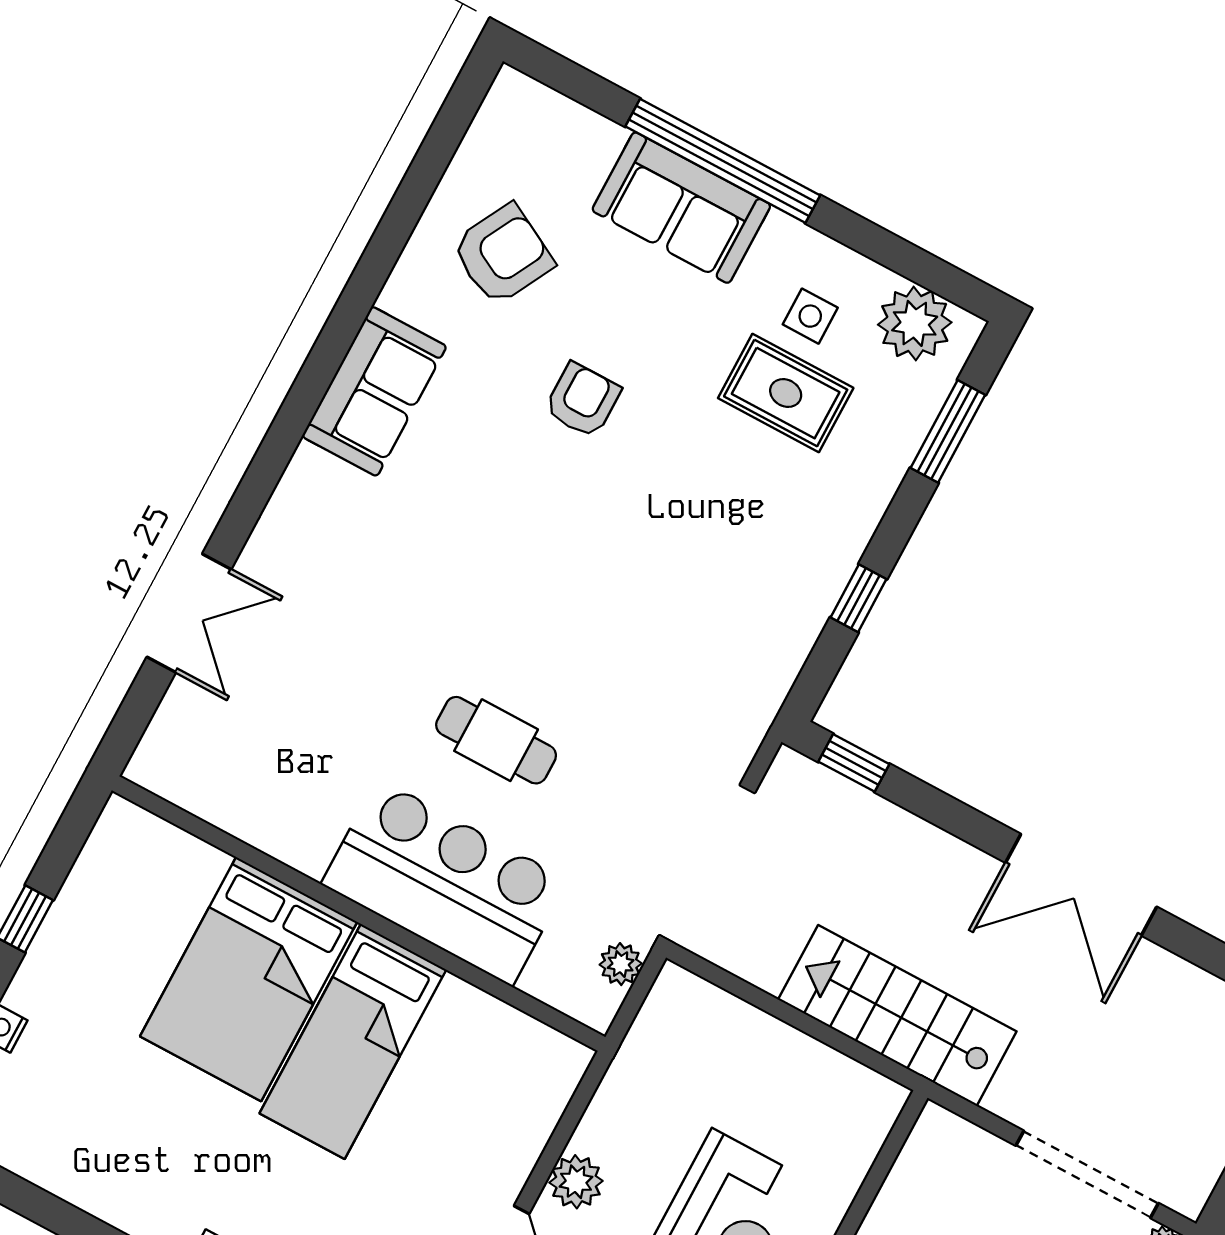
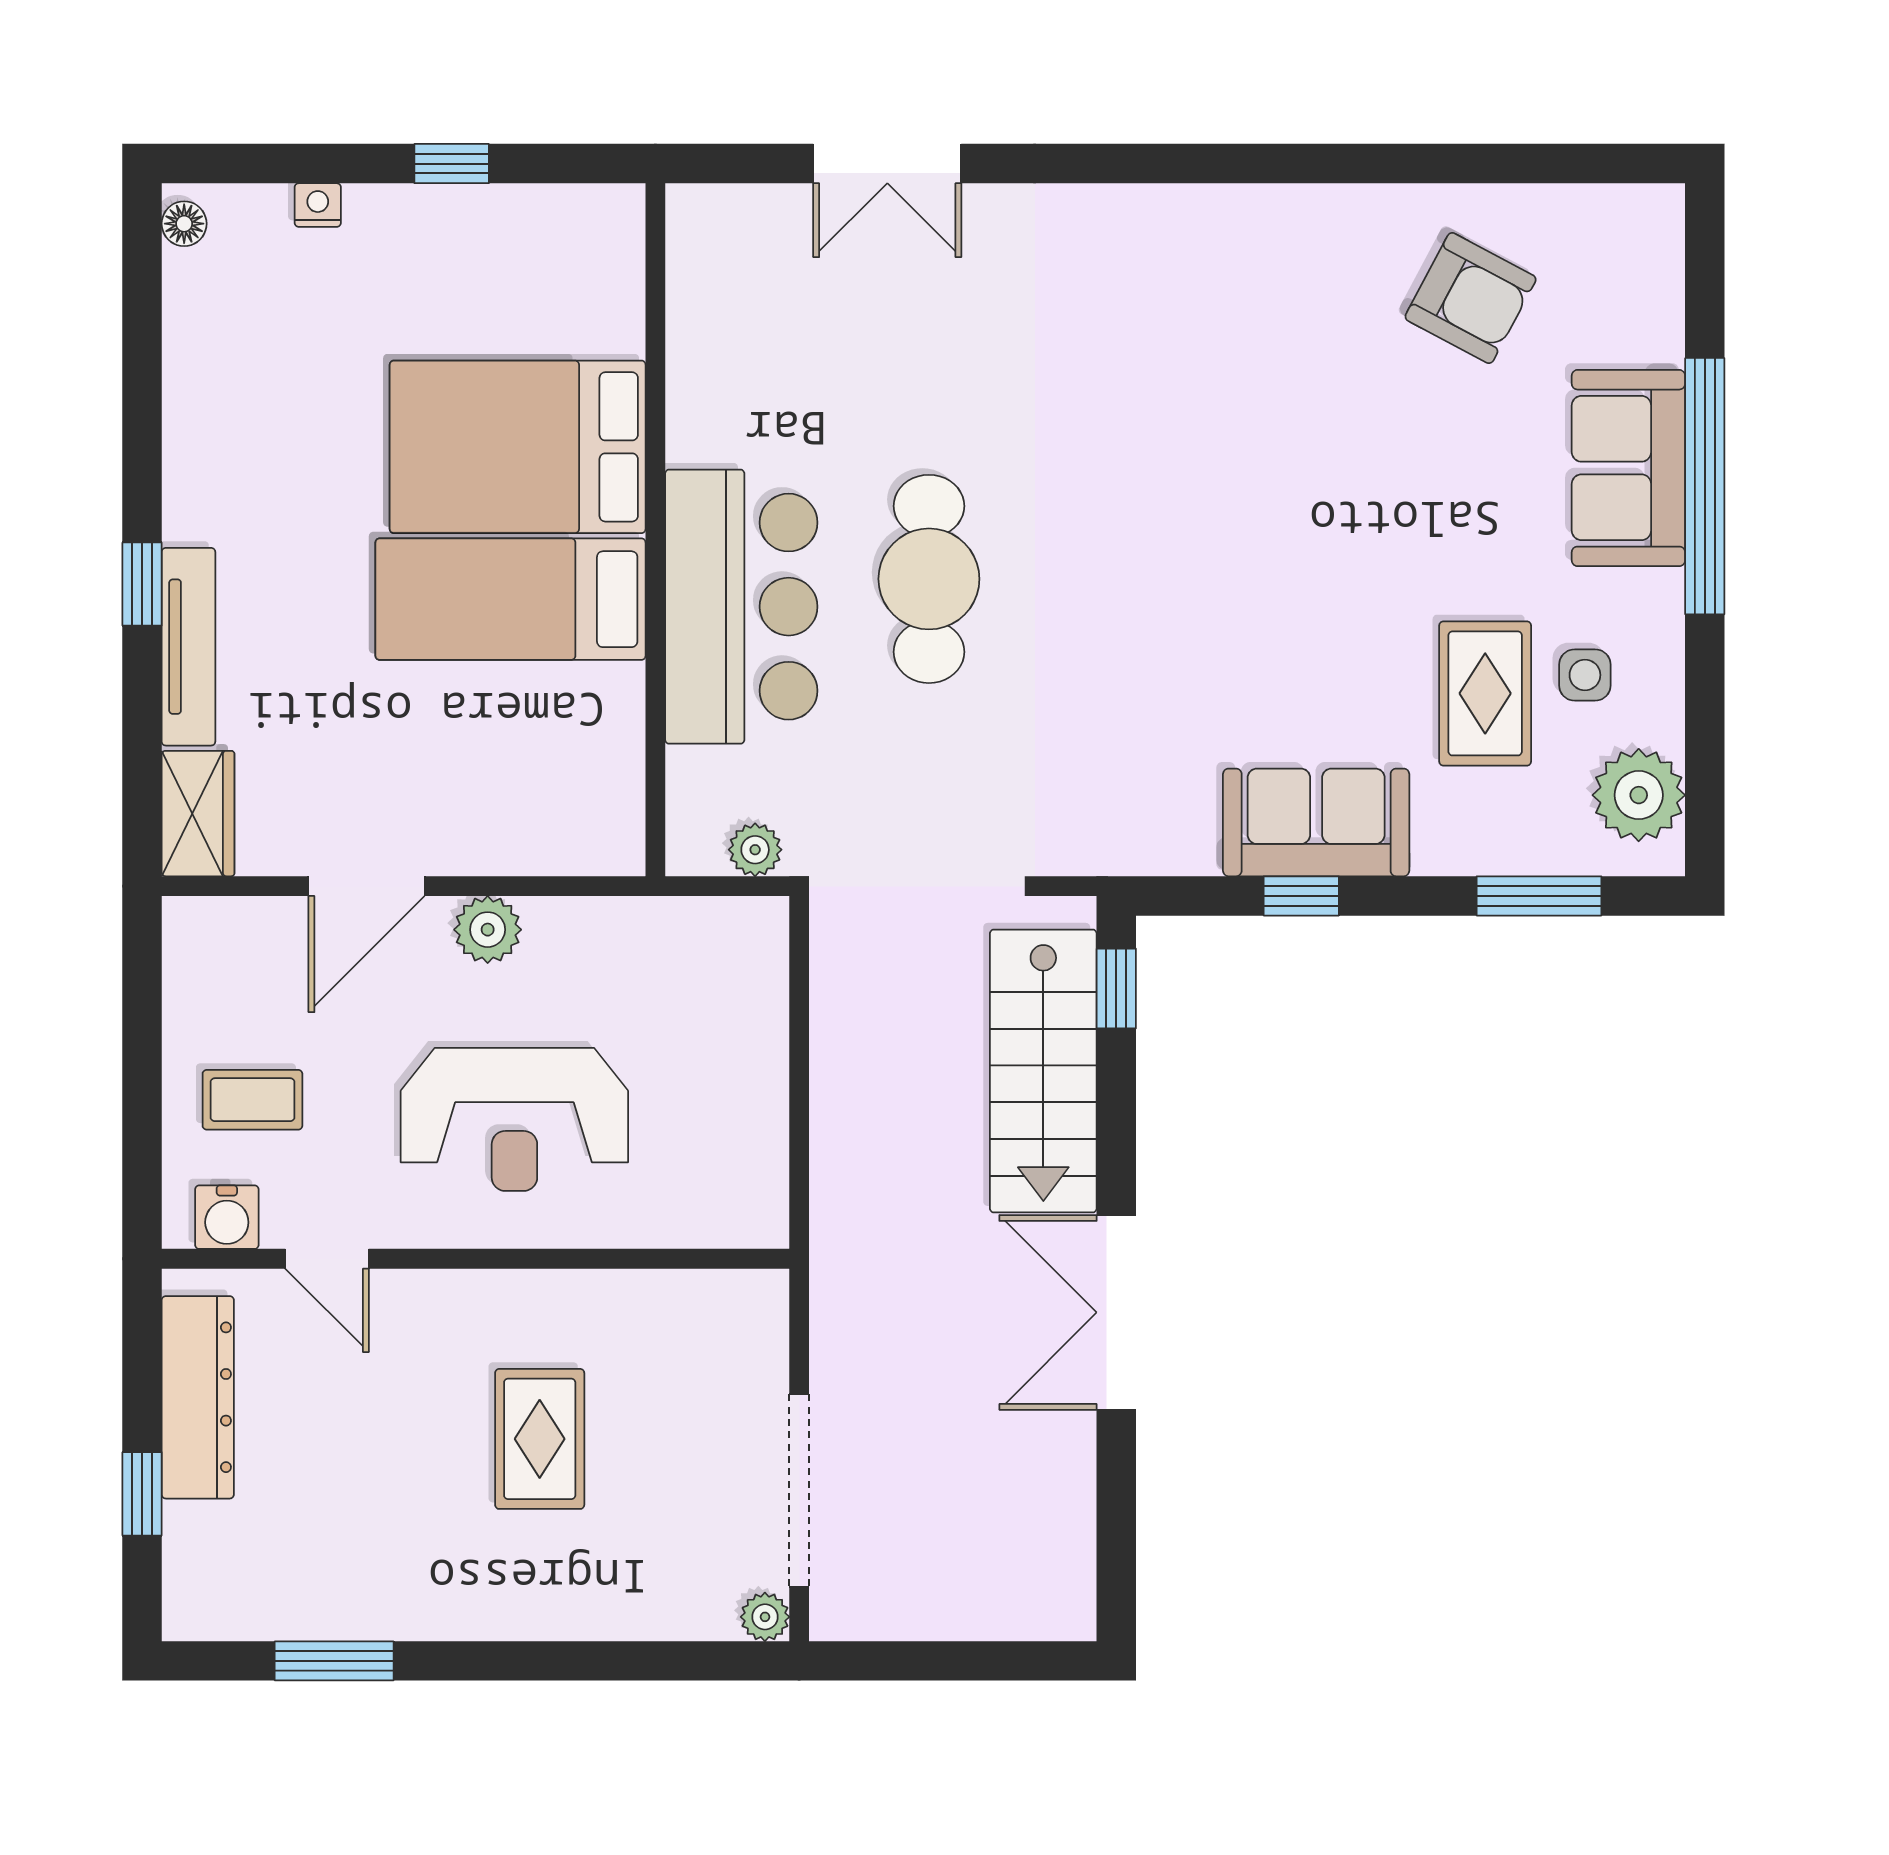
sofa: (374, 391) -> (1316, 822), moved, turned 180
armchair: (583, 400) -> (1357, 473), removed
cafe table: (496, 740) -> (929, 579), width x1.37, depth x1.35
stairs: (897, 1016) -> (1043, 1071), moved, turned 180

